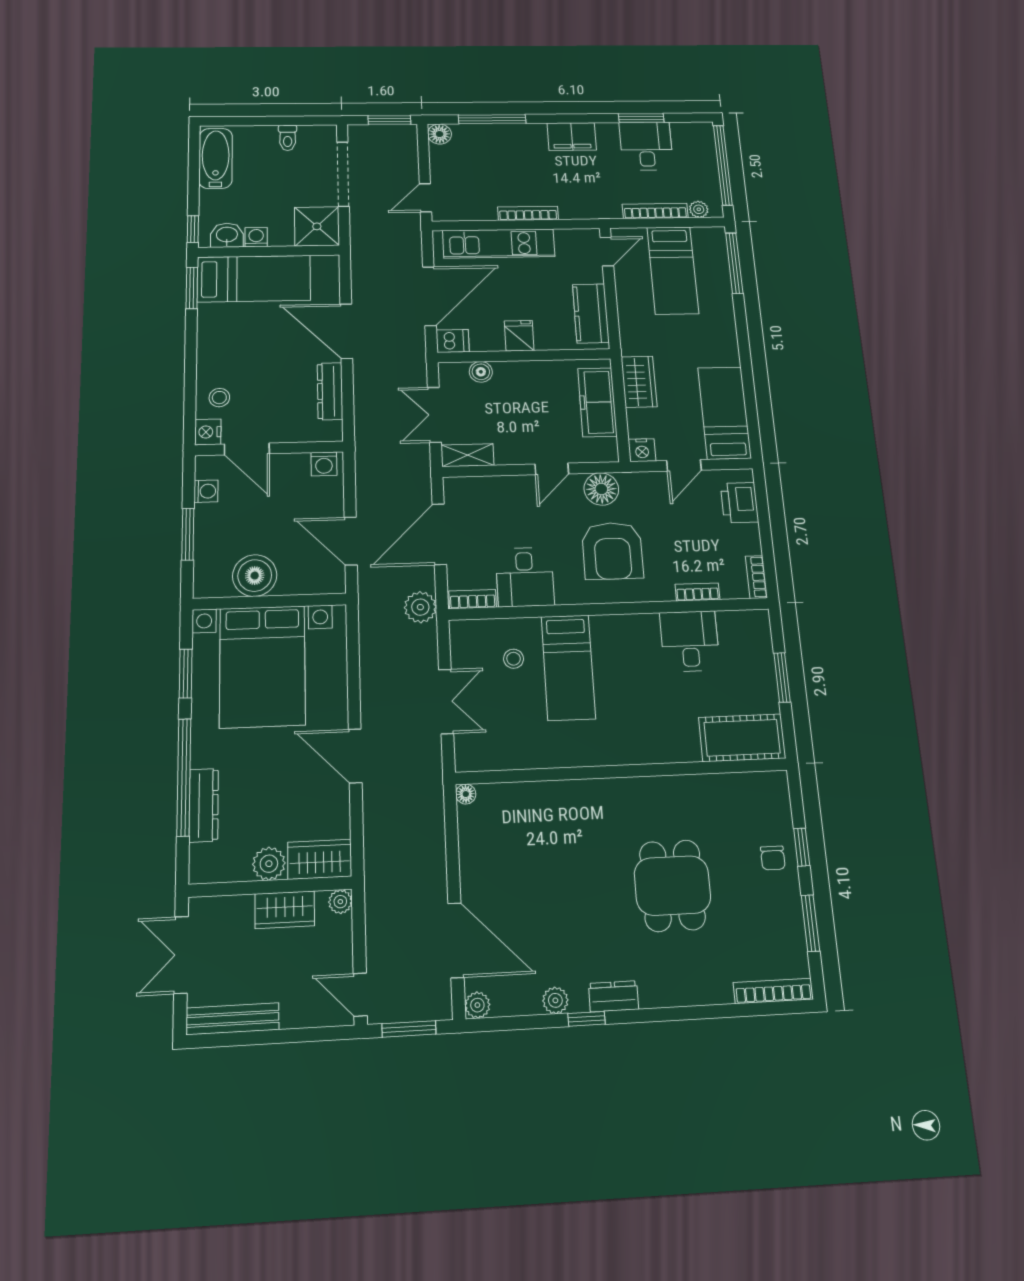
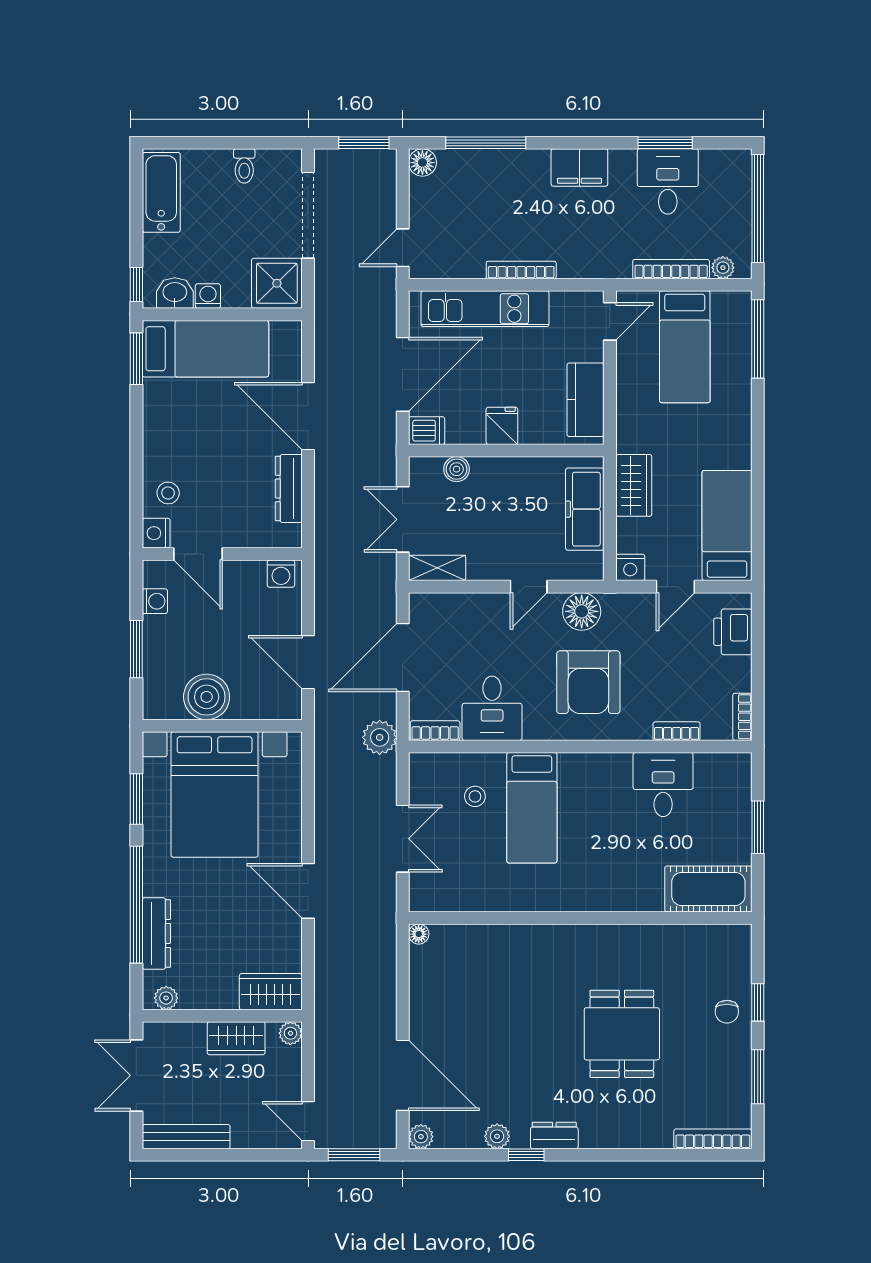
plant: (269, 864) -> (166, 998), moved, width x0.73, depth x0.73

